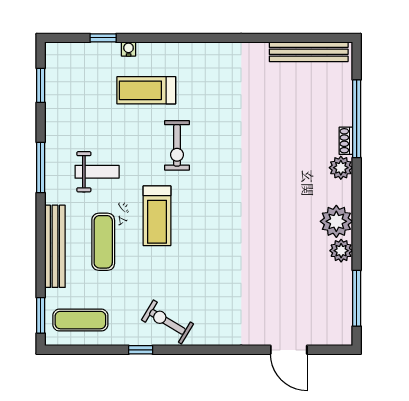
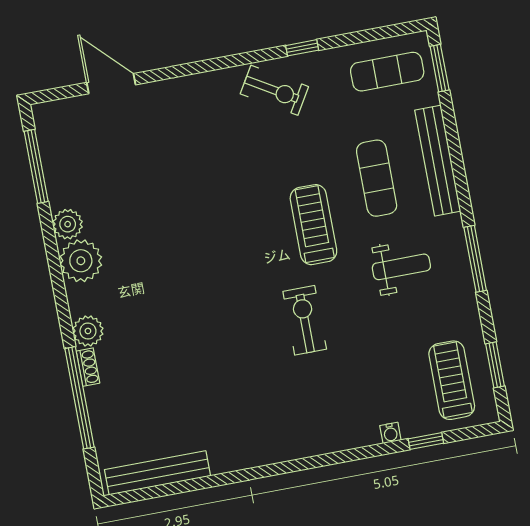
treadmill: (146, 90) -> (452, 380), moved, turned -90
weight bench: (97, 172) -> (401, 267), turned 180

